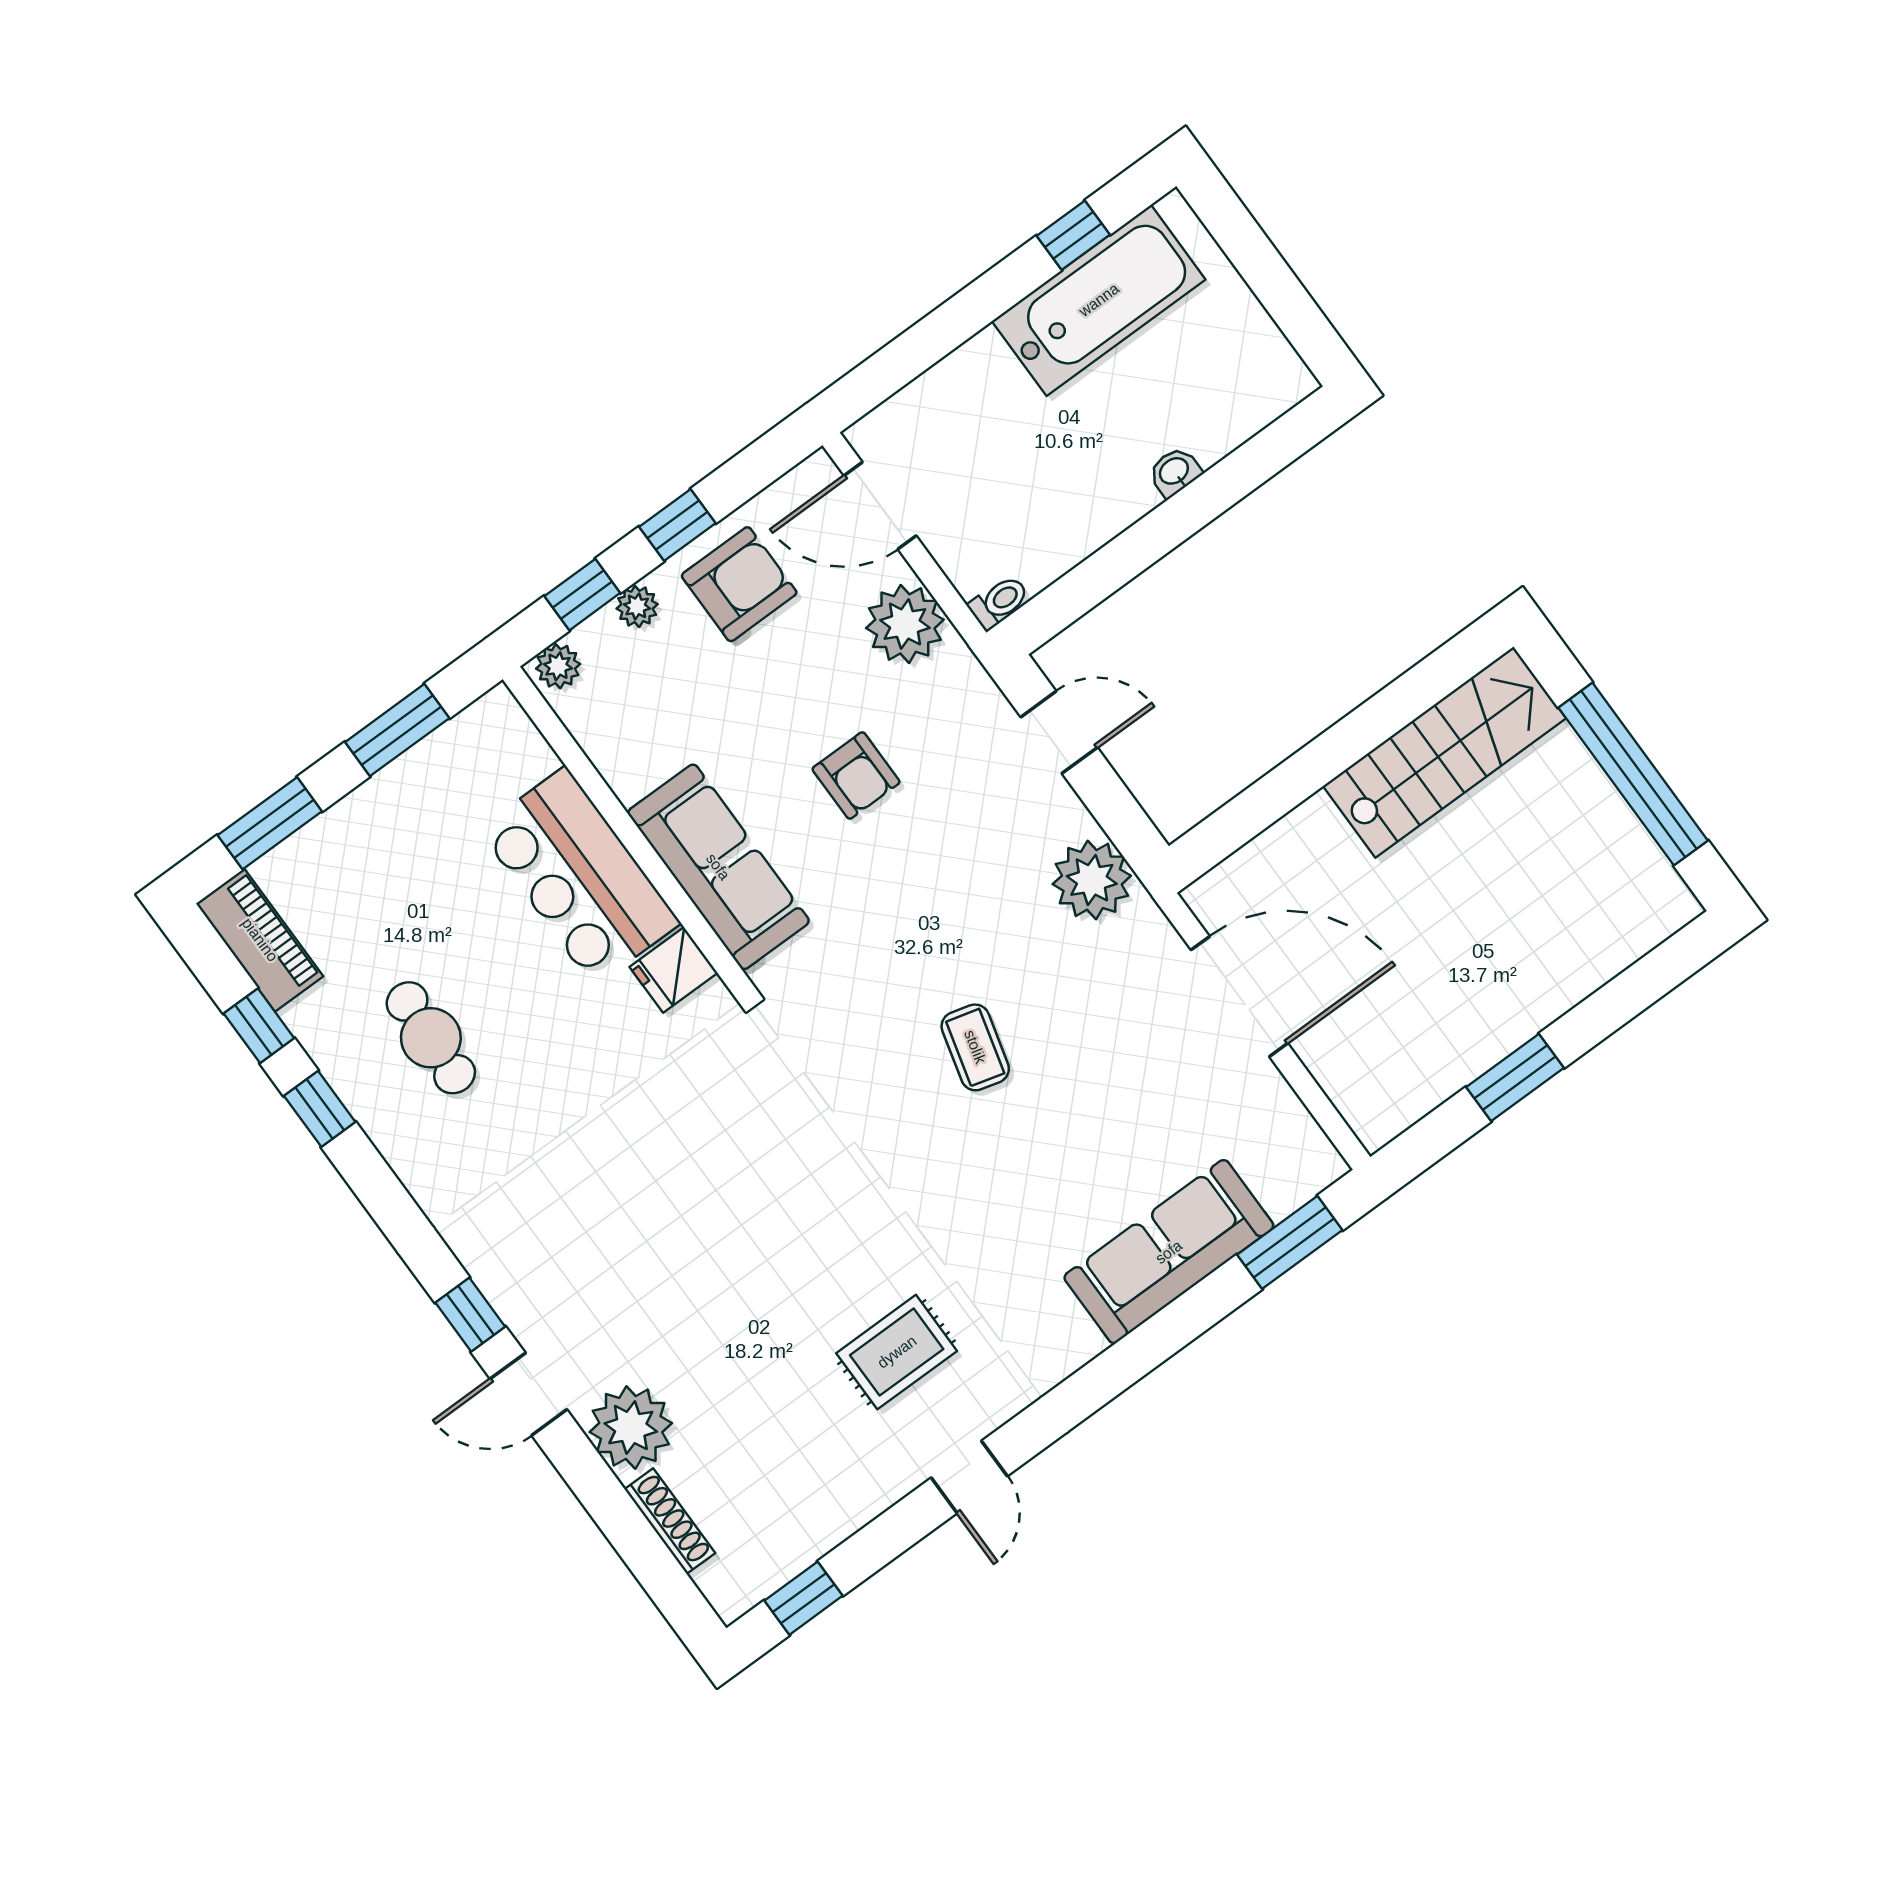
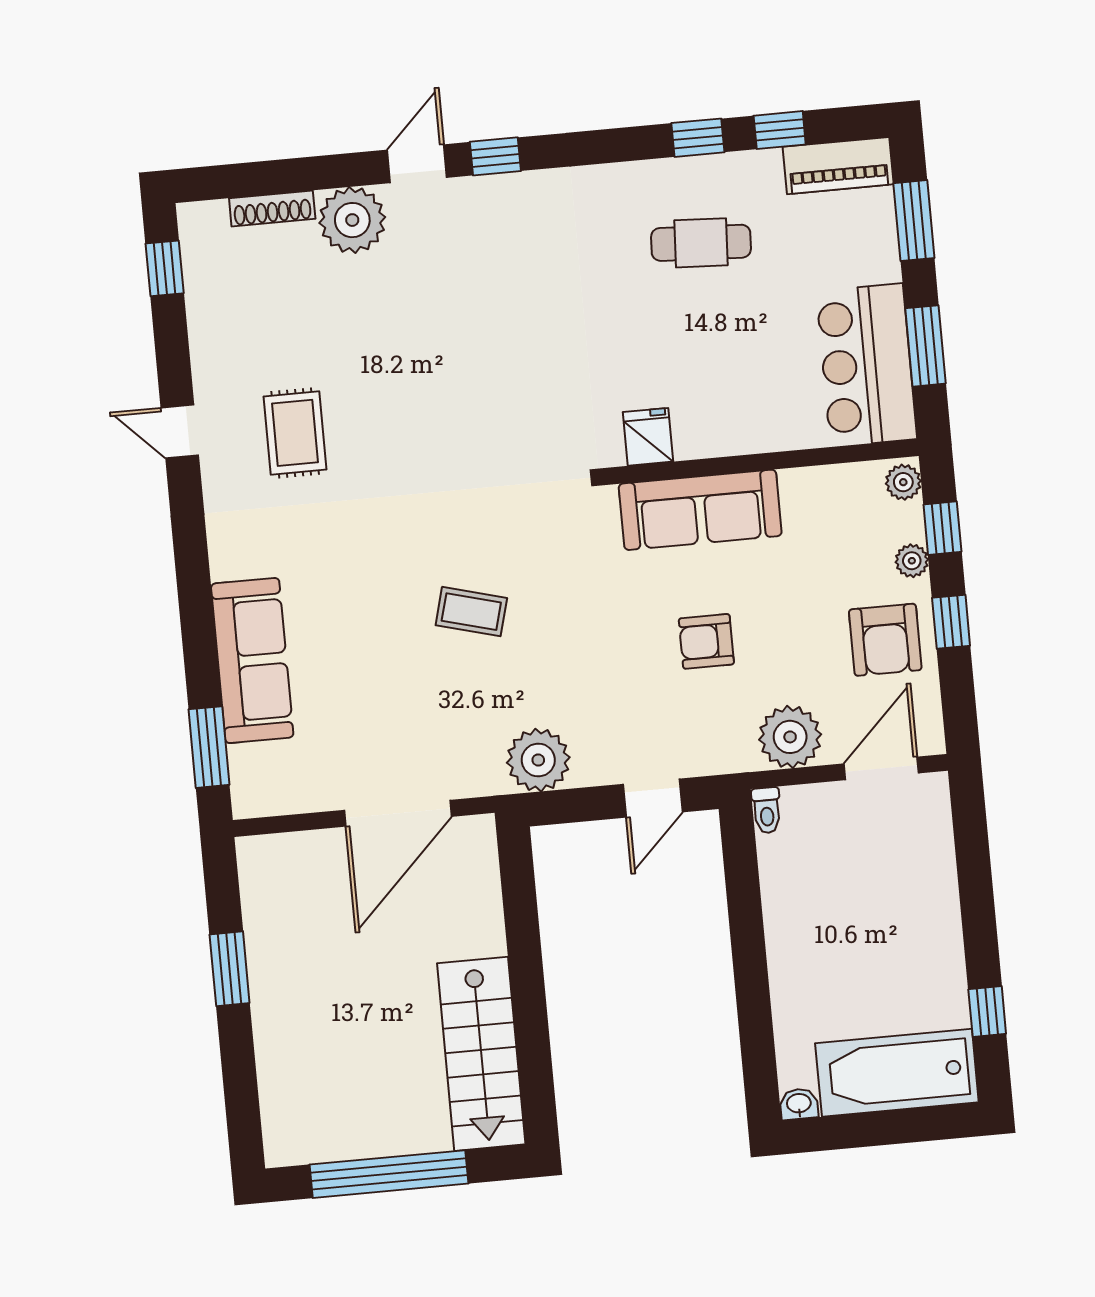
bathtub: (1099, 300) -> (897, 1073), moved, turned 90
washbasin: (1175, 472) -> (799, 1104), moved, turned -90
bar counter: (580, 876) -> (867, 365), moved, turned -90

